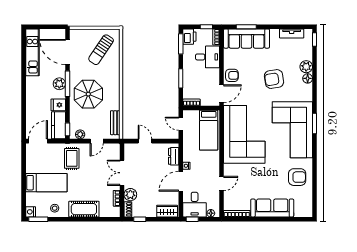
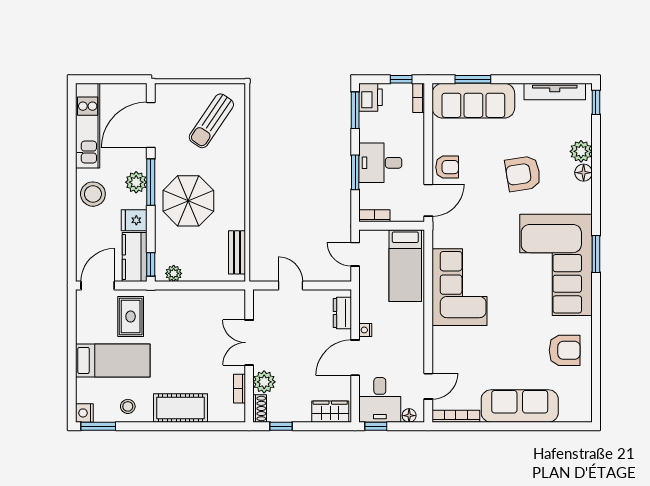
tv unit: (292, 33) -> (555, 91), width x1.41
door: (67, 52) -> (151, 125), hinge flipped
desk: (207, 57) -> (380, 163), moved, turned 180
stool: (35, 90) -> (93, 194), added
corner sofa: (244, 134) -> (460, 287), width x0.73, depth x0.74
door: (97, 141) -> (203, 286), removed
rug: (72, 158) -> (131, 317), moved
door: (221, 183) -> (428, 386), moved

